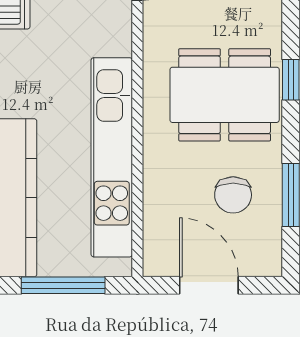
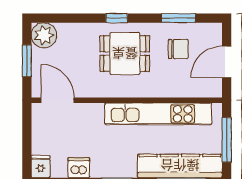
dining table: (225, 95) -> (125, 54), width x0.73

